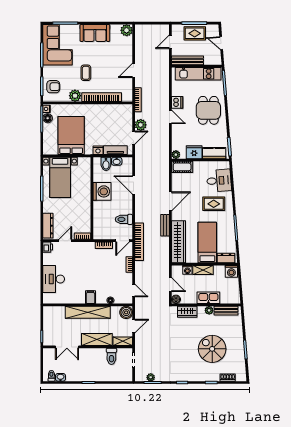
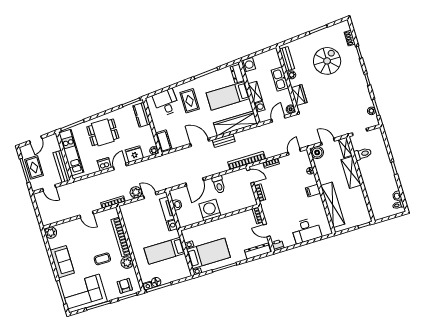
bed: (71, 135) -> (165, 251), width x0.67
fridge: (194, 152) -> (134, 154), moved, turned 90
bidet: (106, 164) -> (183, 214), removed
toilet: (124, 219) -> (219, 185), moved
shelving: (88, 312) -> (333, 205), moved
double door: (67, 347) -> (366, 199), removed
spiral stairs: (212, 349) -> (327, 61), turned 180

